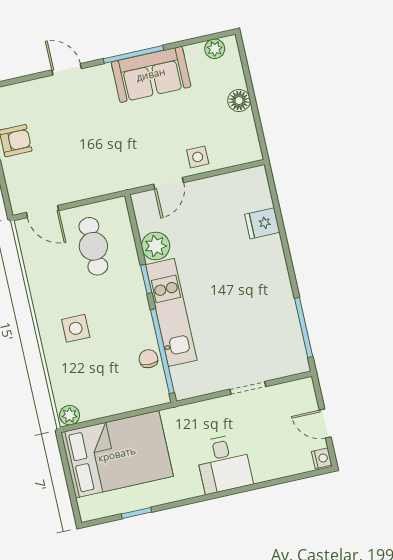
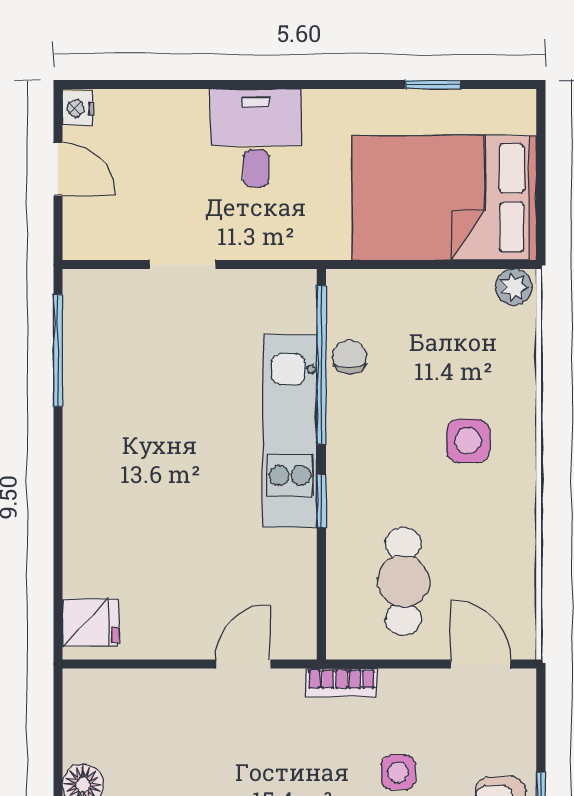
side table: (198, 157) -> (398, 772), moved
bookcase: (114, 185) -> (341, 682), added
fridge: (262, 223) -> (90, 622), moved
plant: (156, 246) -> (291, 557), removed
chair: (148, 359) -> (349, 357), turned 180

